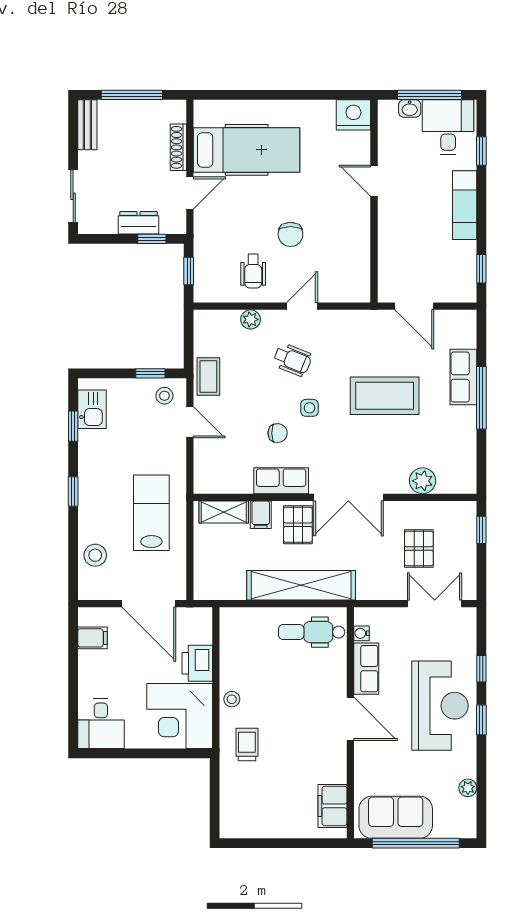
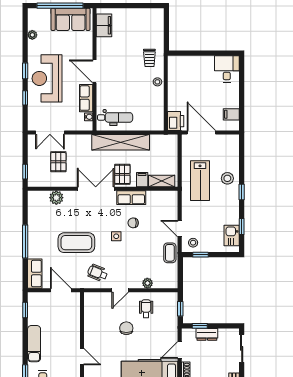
wheelchair: (292, 360) -> (98, 273), moved
row of seats: (463, 377) -> (35, 274), moved
stool: (95, 555) -> (227, 178), moved
printer: (197, 663) -> (176, 121), moved
corner desk: (180, 716) -> (185, 73), removed

